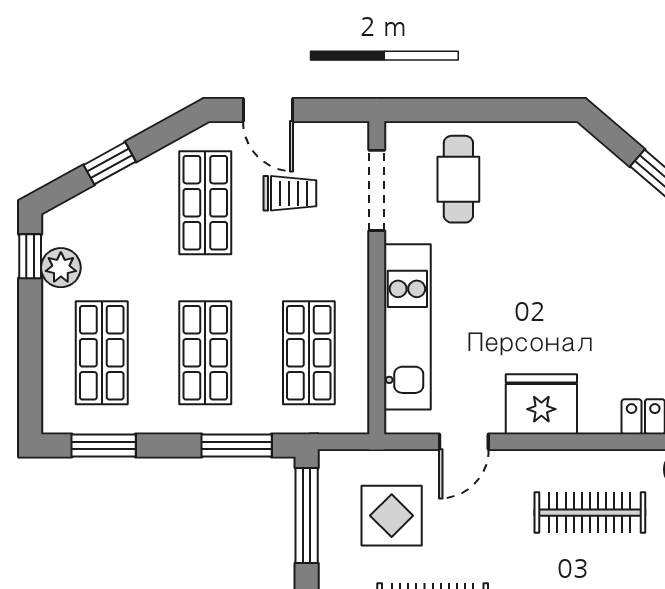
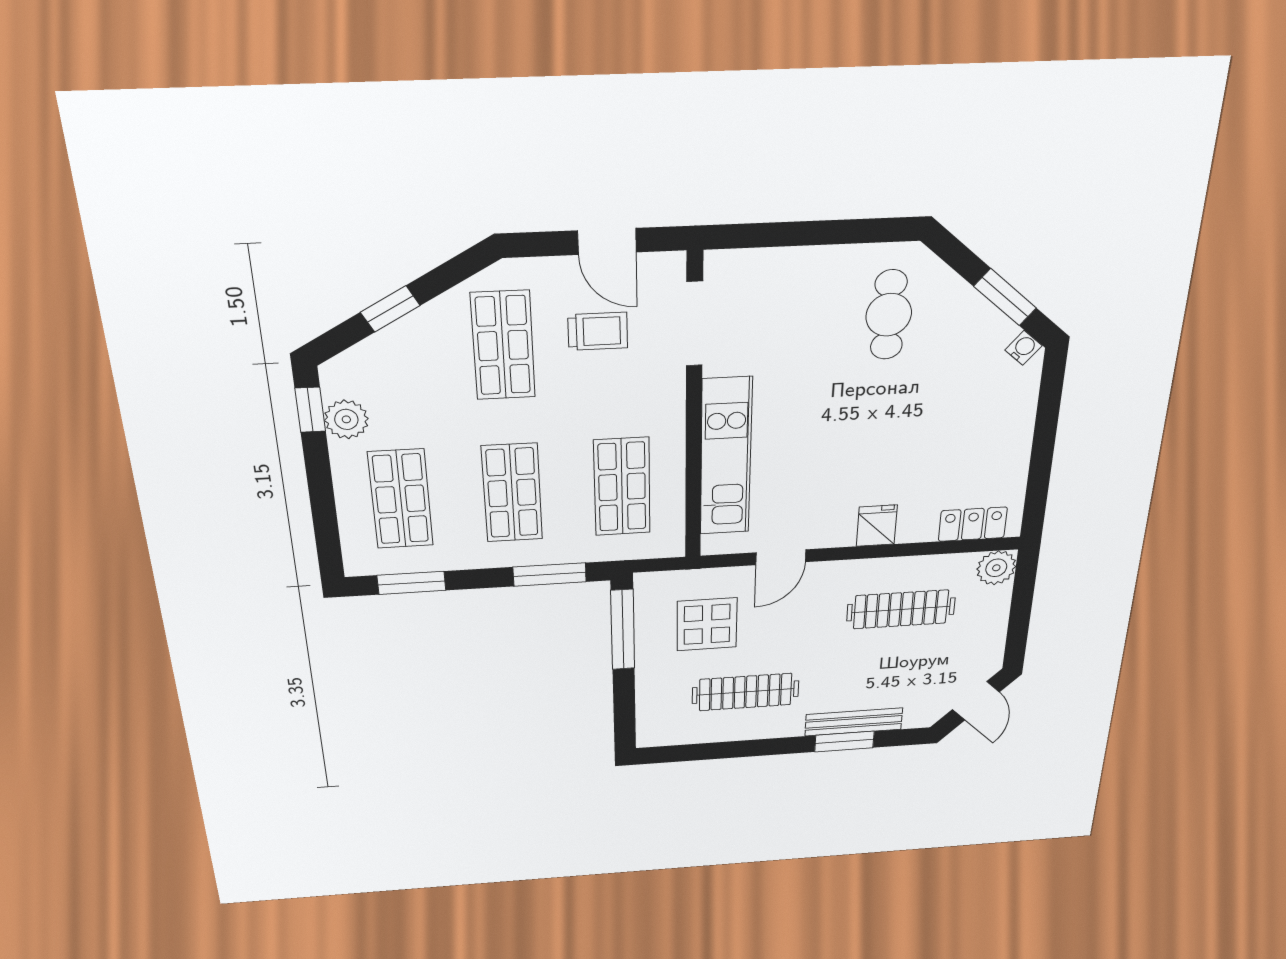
door: (268, 110) -> (607, 241), moved
cafe table: (458, 179) -> (889, 315), moved
fridge: (541, 404) -> (877, 526), width x0.53, depth x0.75

